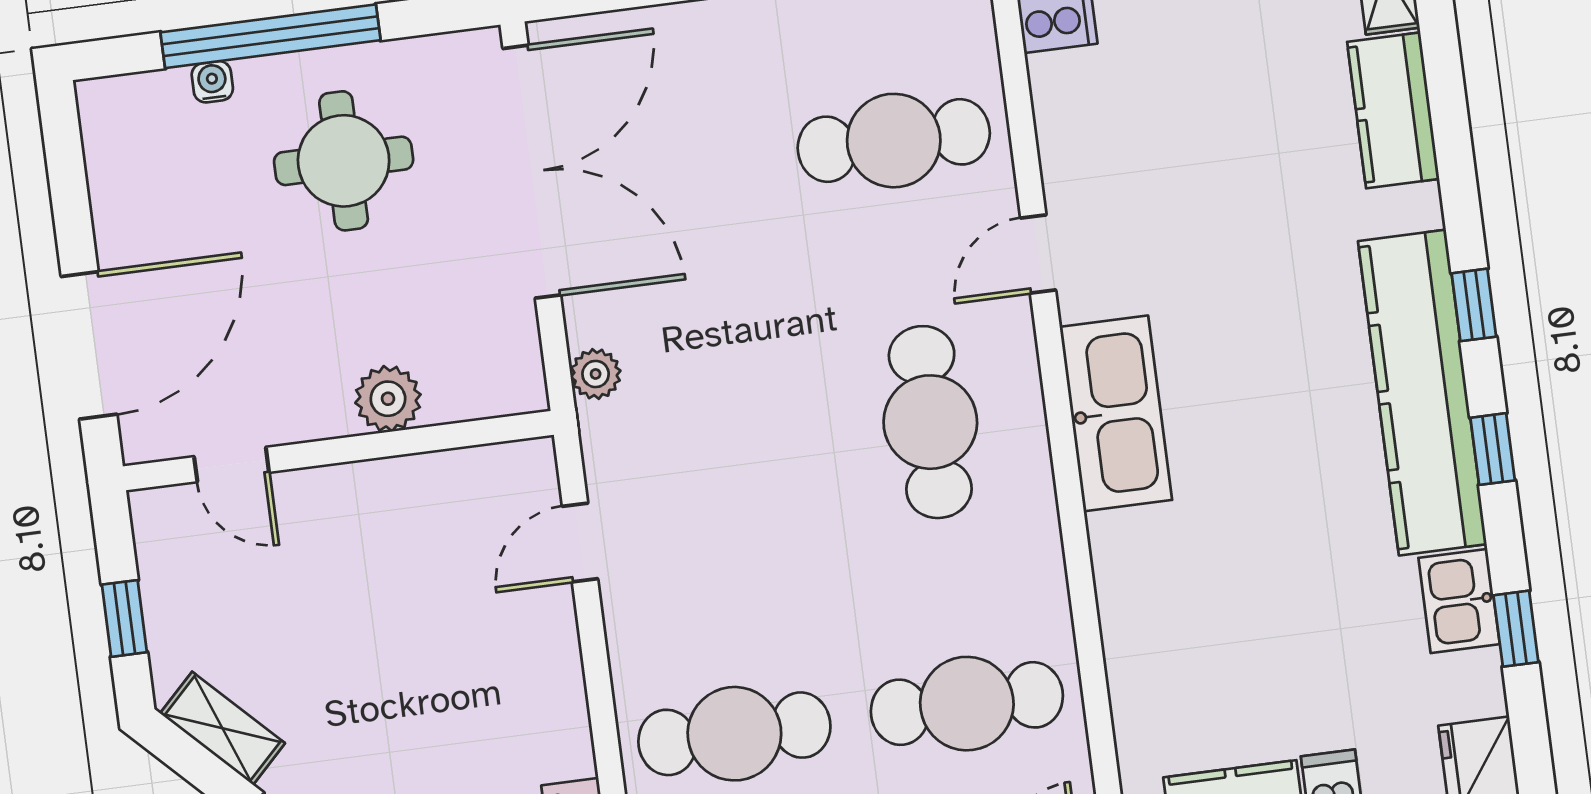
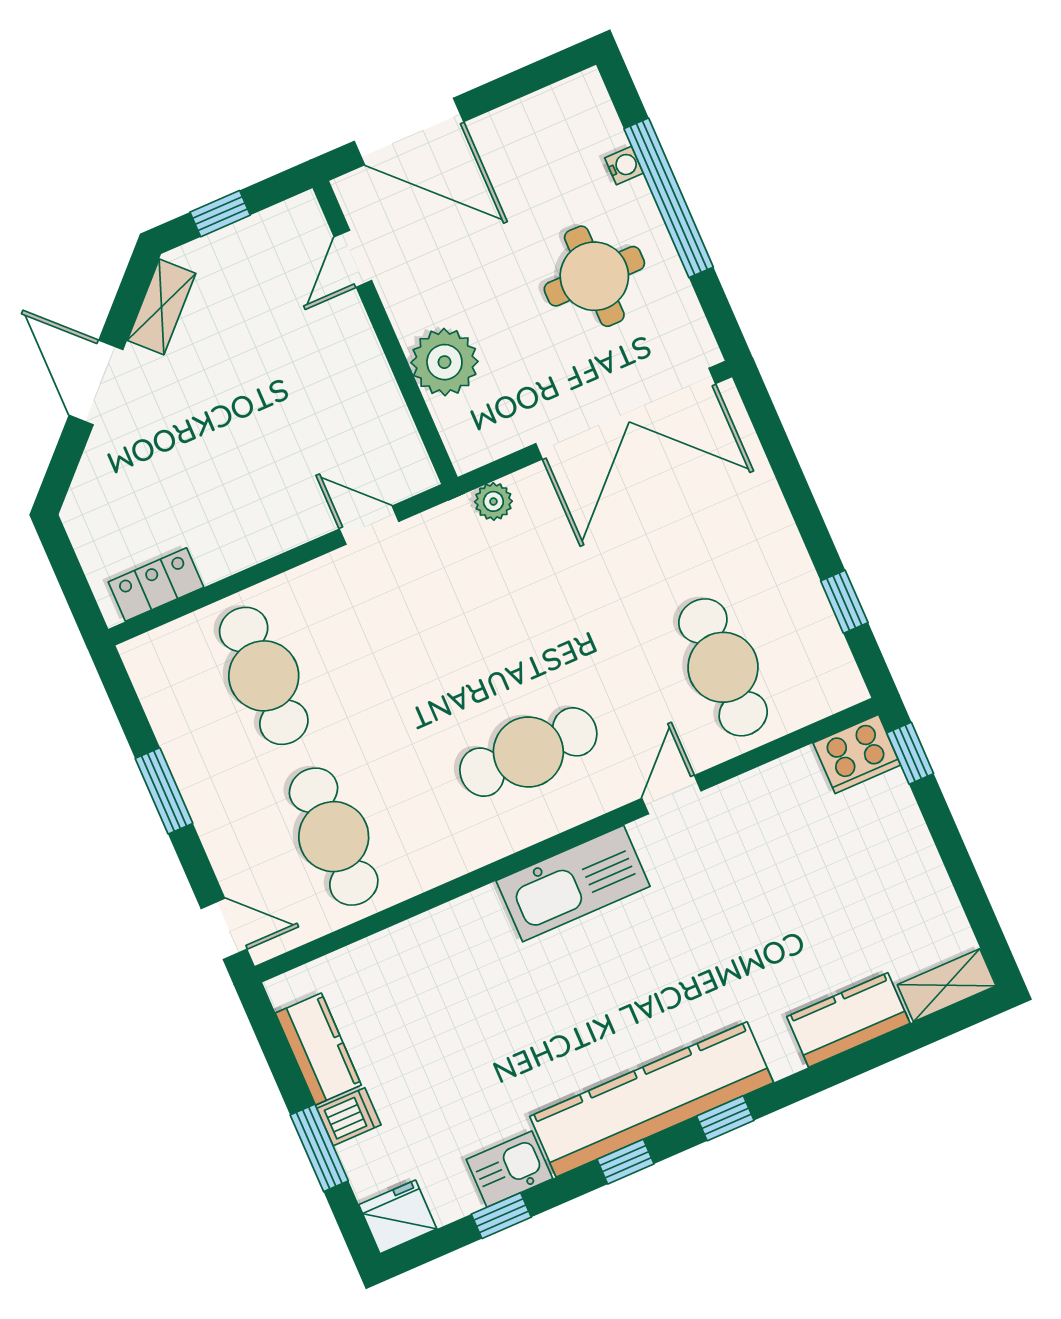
door: (1038, 254) -> (671, 795), hinge flipped
plant: (388, 399) -> (444, 362), width x1.36, depth x1.36

